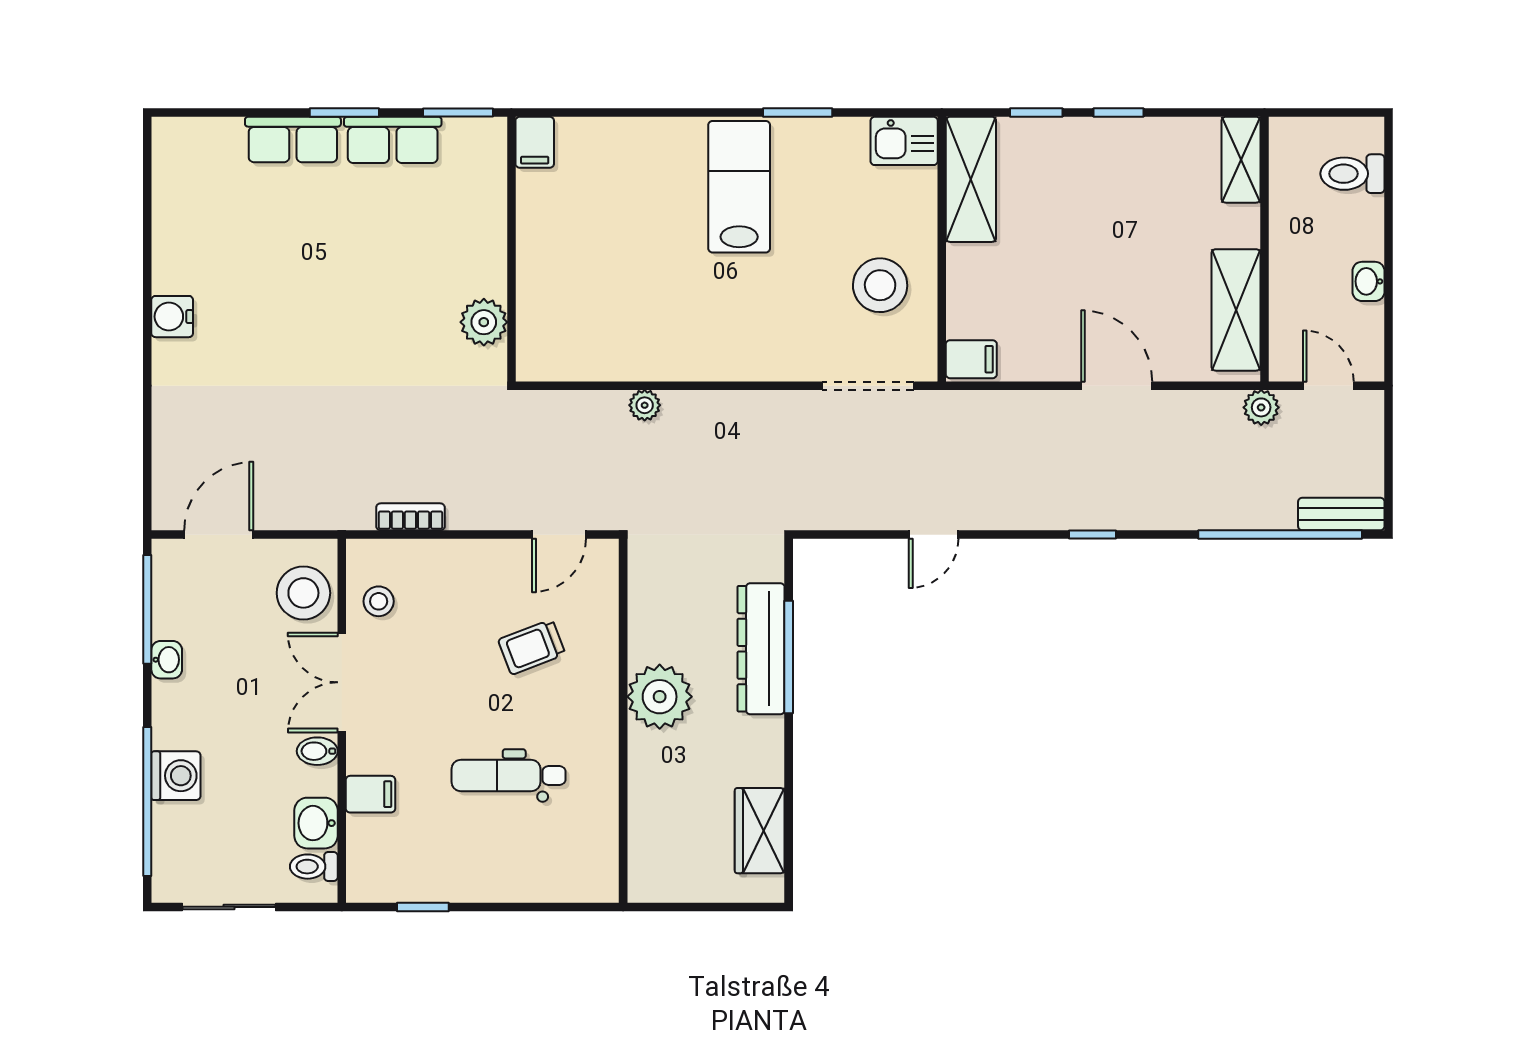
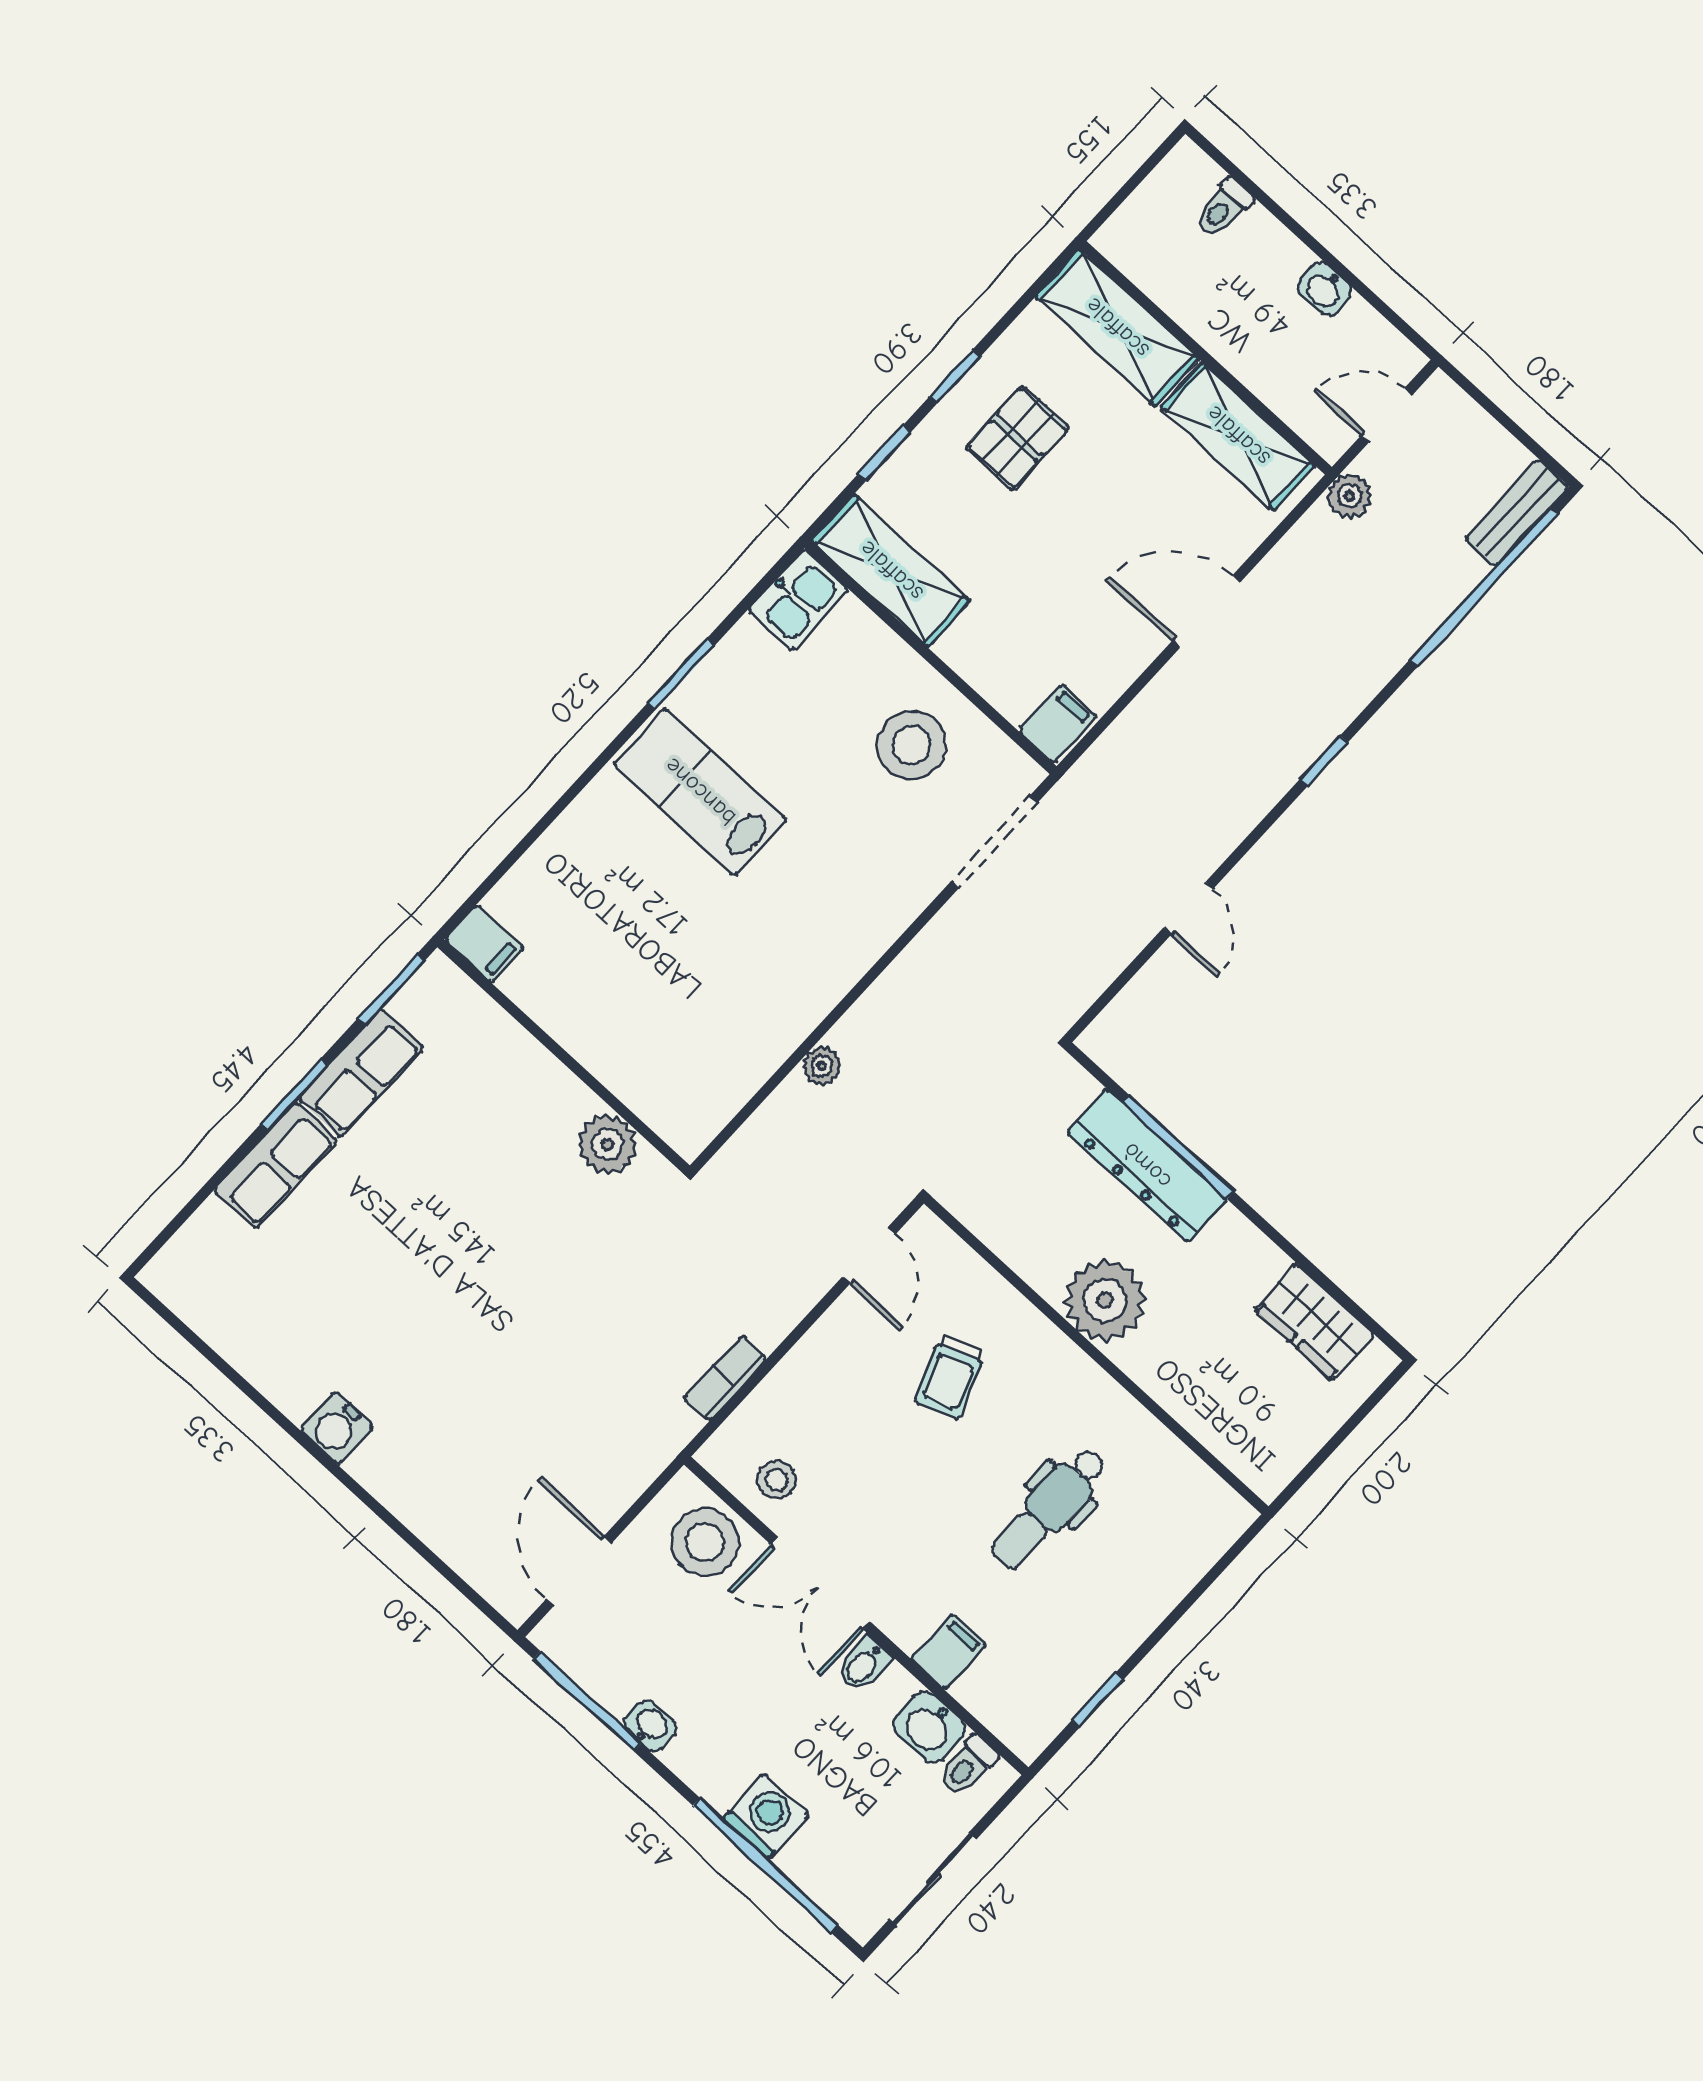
shelving: (1241, 160) -> (1117, 328), width x1.50, depth x1.33
toilet: (1352, 174) -> (1223, 208), width x0.73, depth x0.72
pallet: (1116, 182) -> (1017, 438), added

